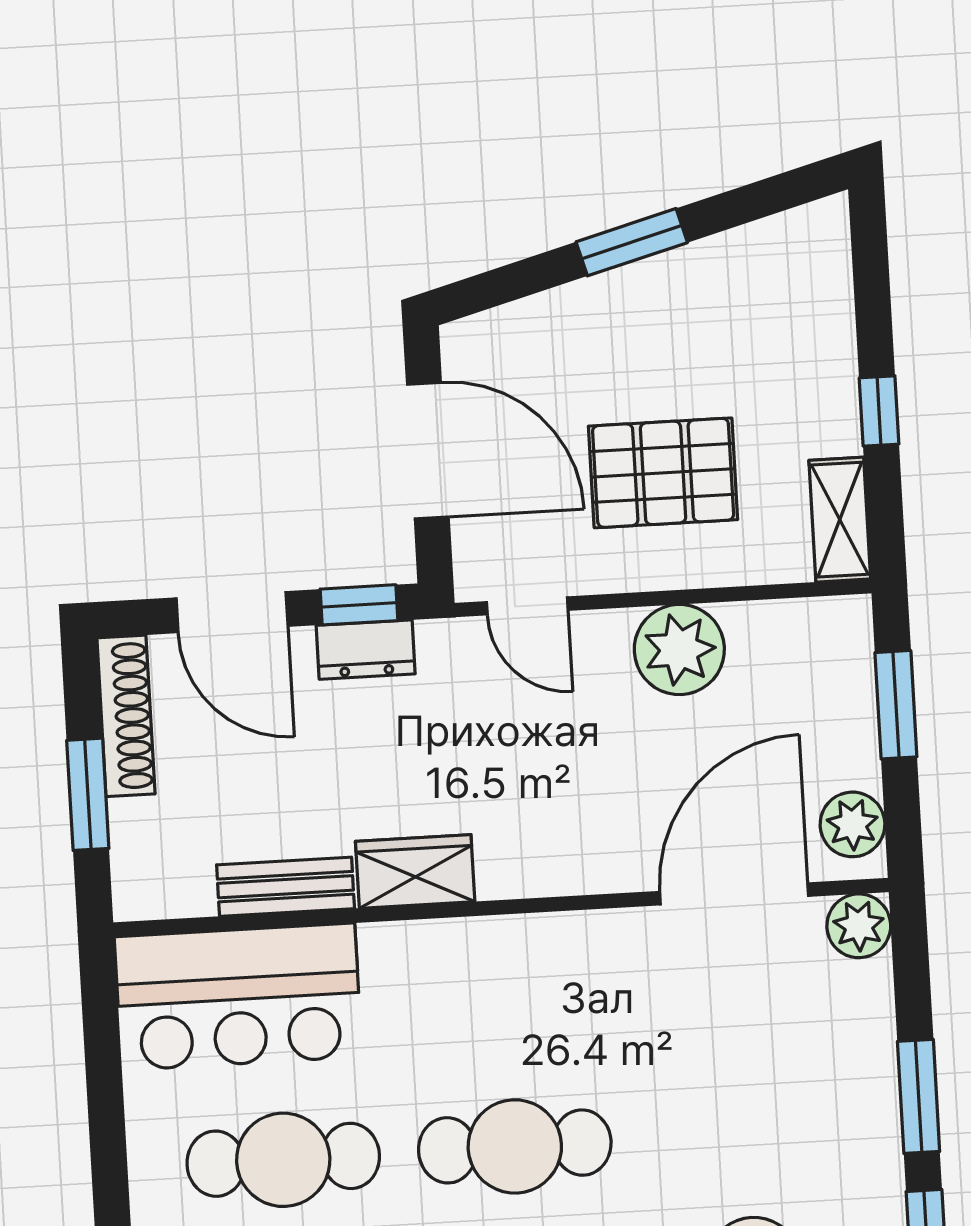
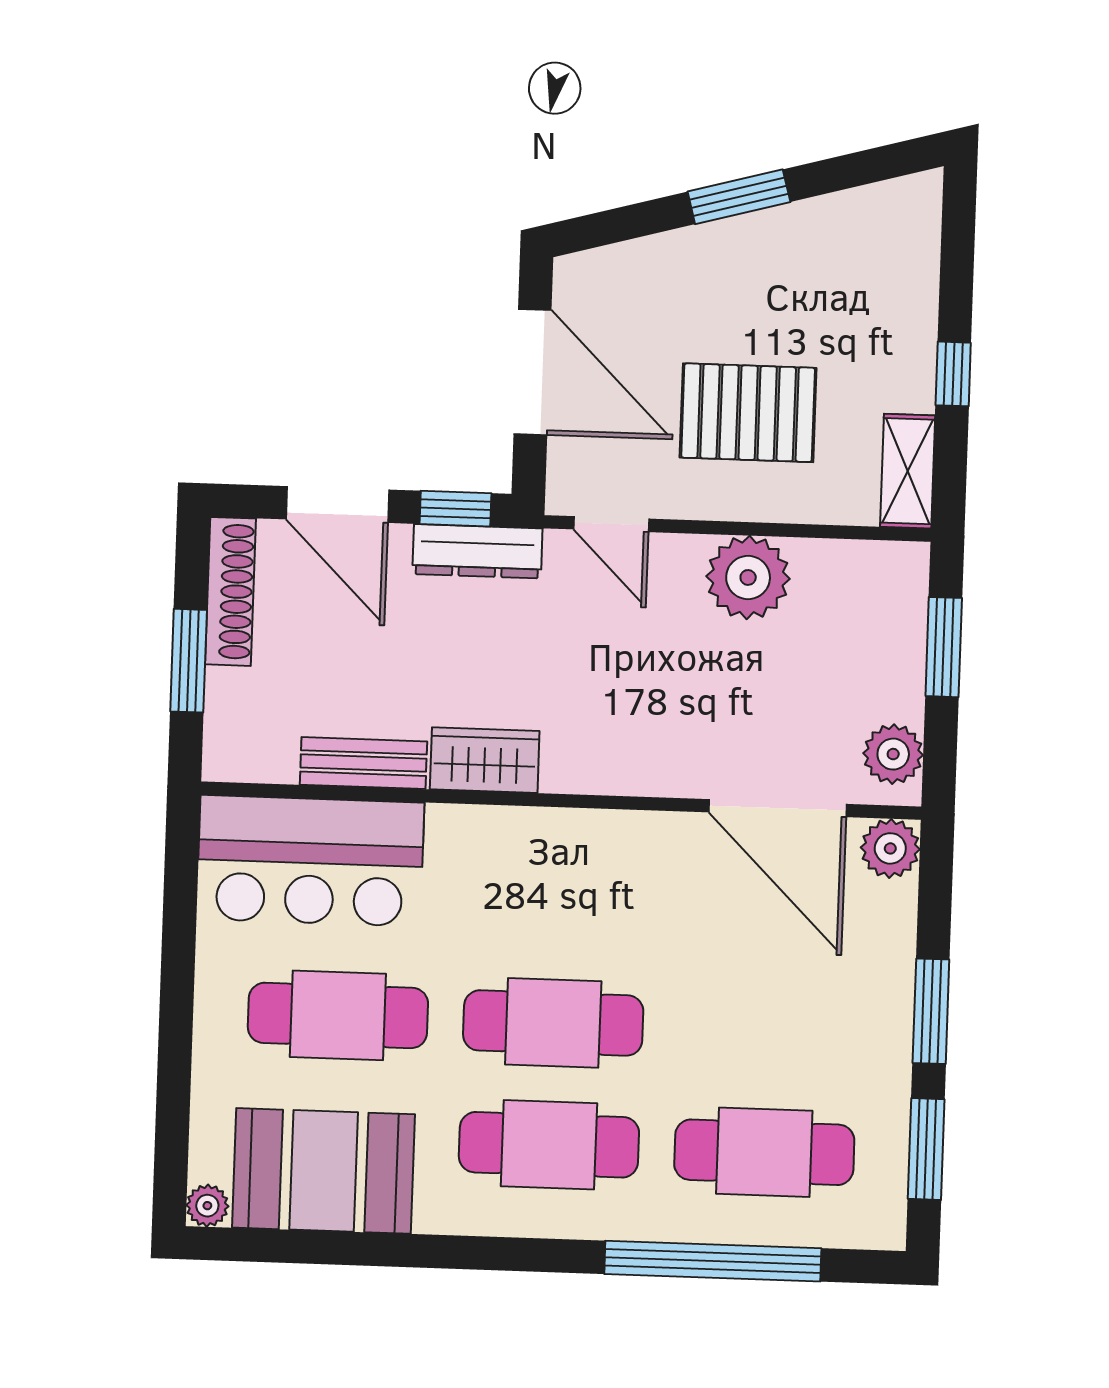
dresser: (366, 650) -> (477, 551), width x1.44
door: (734, 894) -> (778, 808), swing flipped

